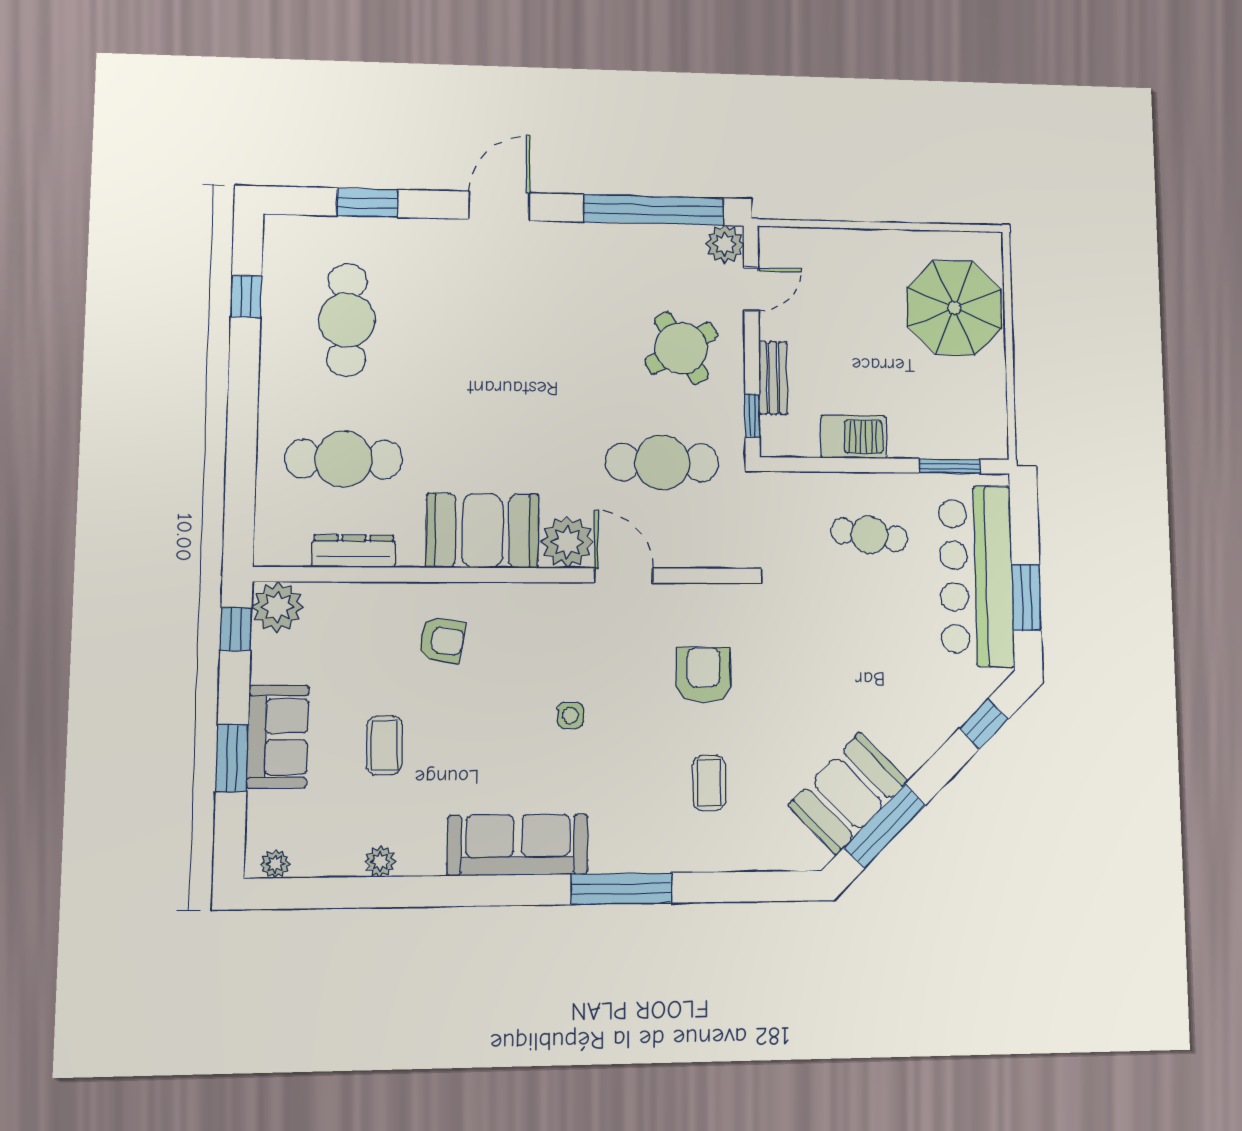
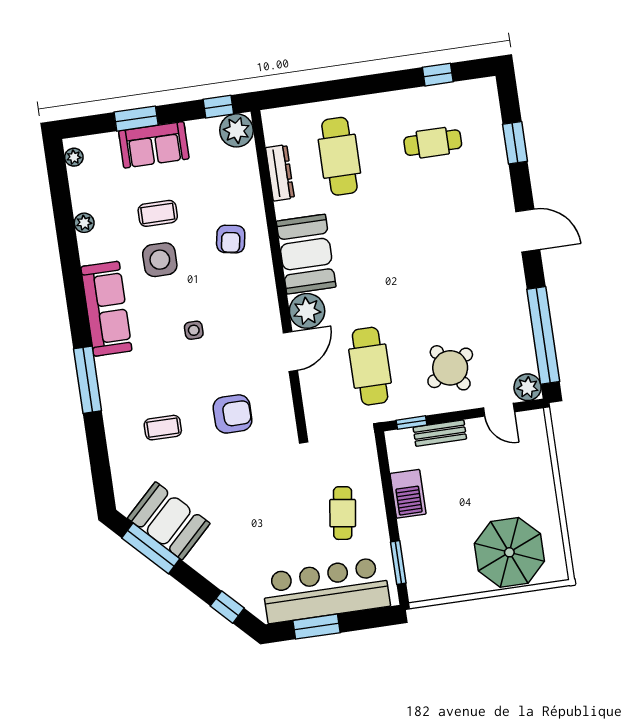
cafe table: (347, 320) -> (433, 143), width x0.73, depth x0.74
side table: (456, 752) -> (160, 260), added

